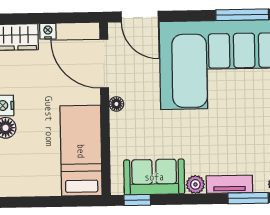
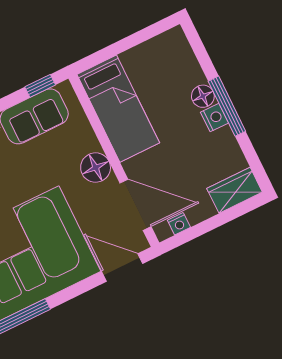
nightstand: (48, 31) -> (179, 224), moved
floor lamp: (116, 104) -> (96, 168), width x1.89, depth x1.89

